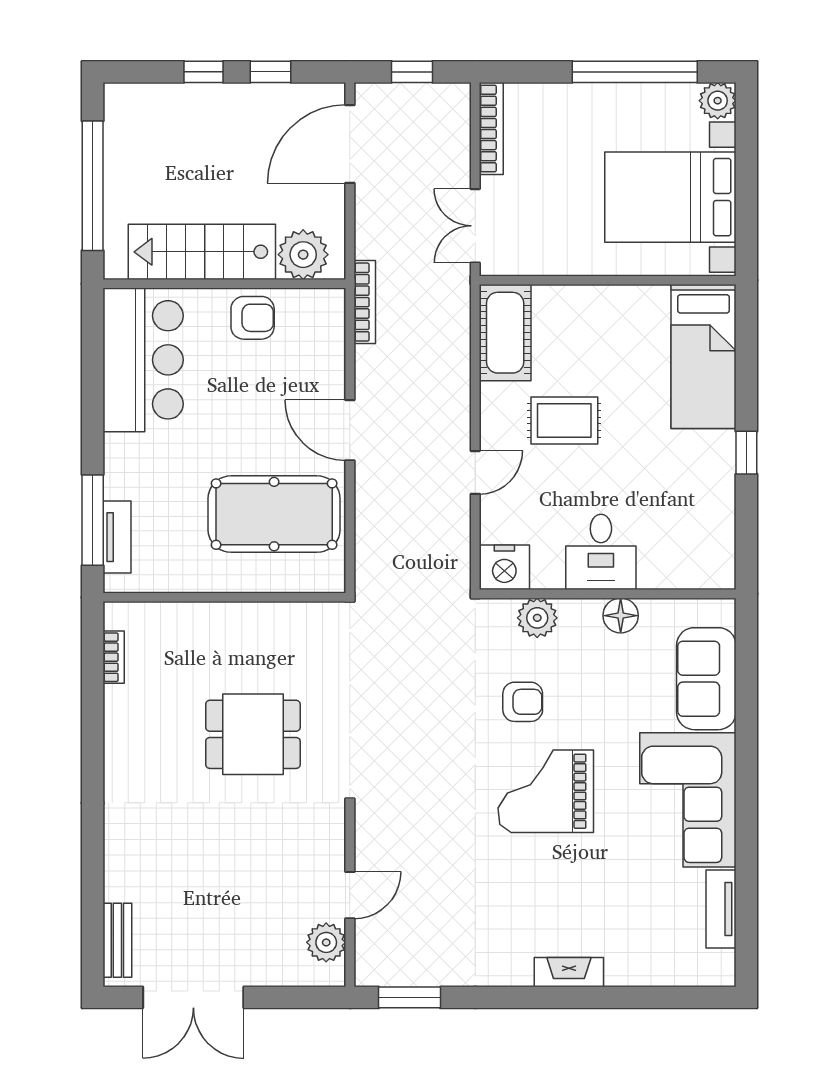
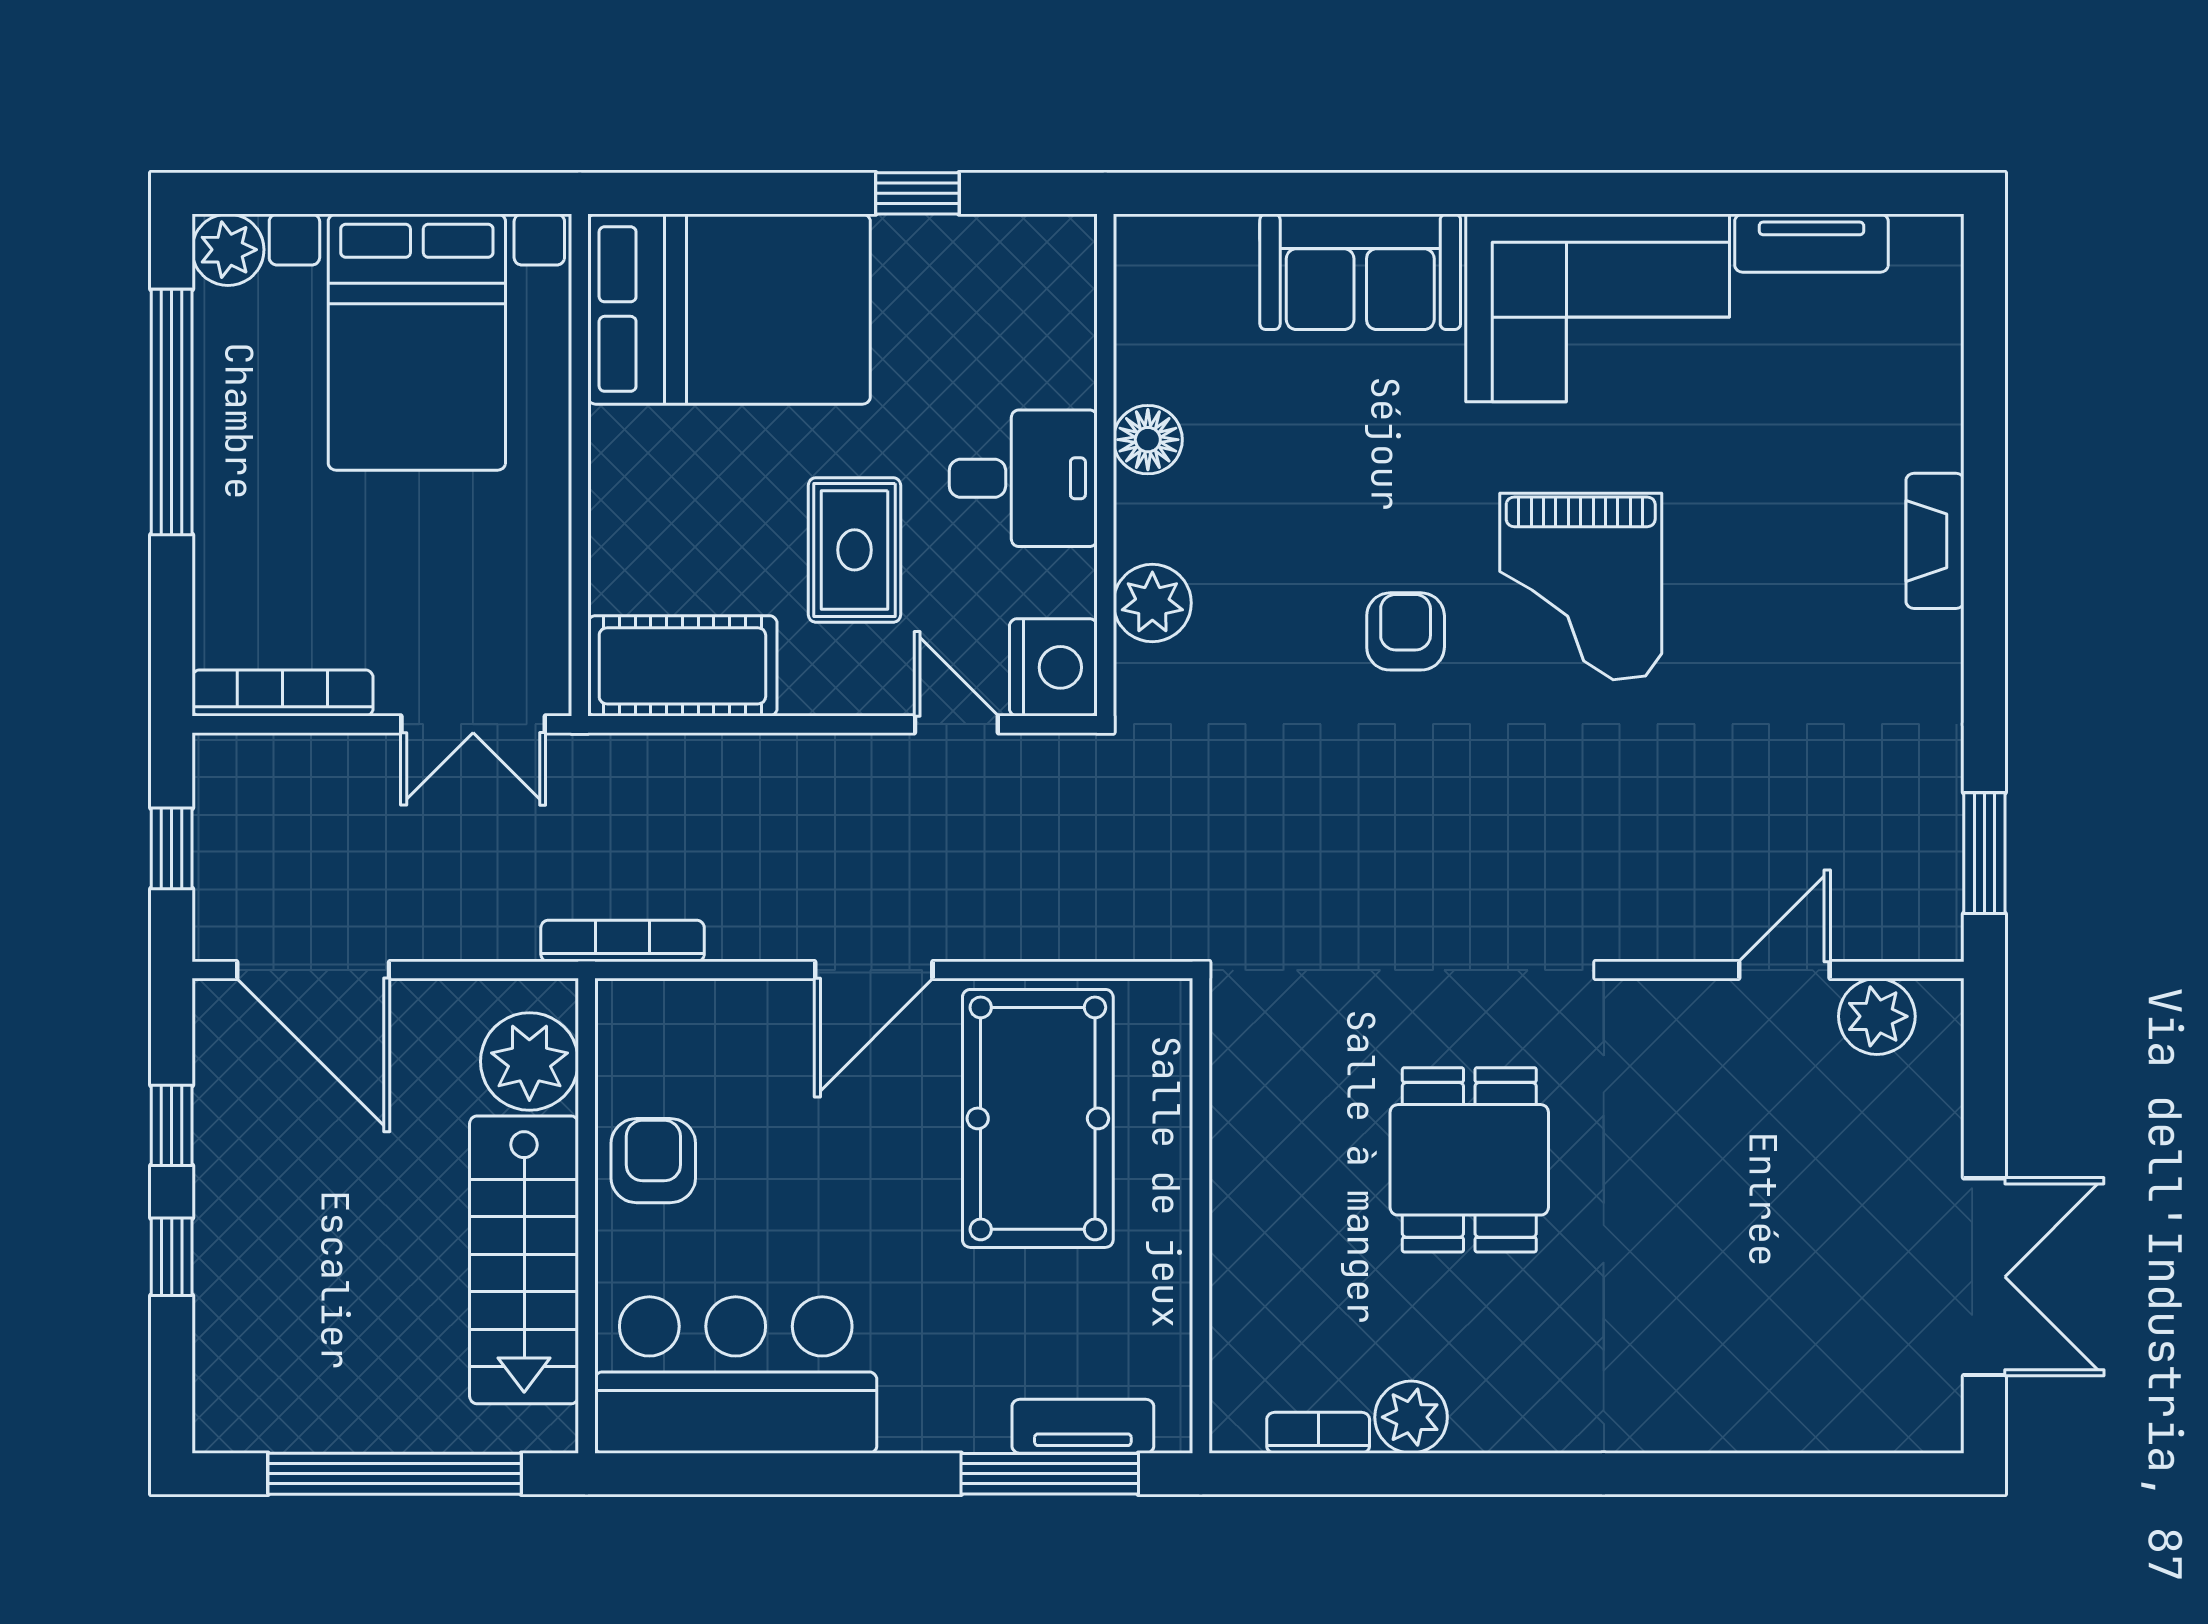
bed: (703, 356) -> (729, 309), width x1.50
desk: (601, 552) -> (1023, 478), moved
nightstand: (504, 567) -> (1053, 667), moved
wall: (608, 594) -> (1105, 465), moved
floor lamp: (621, 616) -> (1148, 440), moved
plant: (537, 618) -> (1152, 603), moved
plant: (122, 705) -> (1411, 1417), added
door: (350, 895) -> (1784, 970), hinge flipped
bench: (117, 940) -> (1873, 1425), removed

